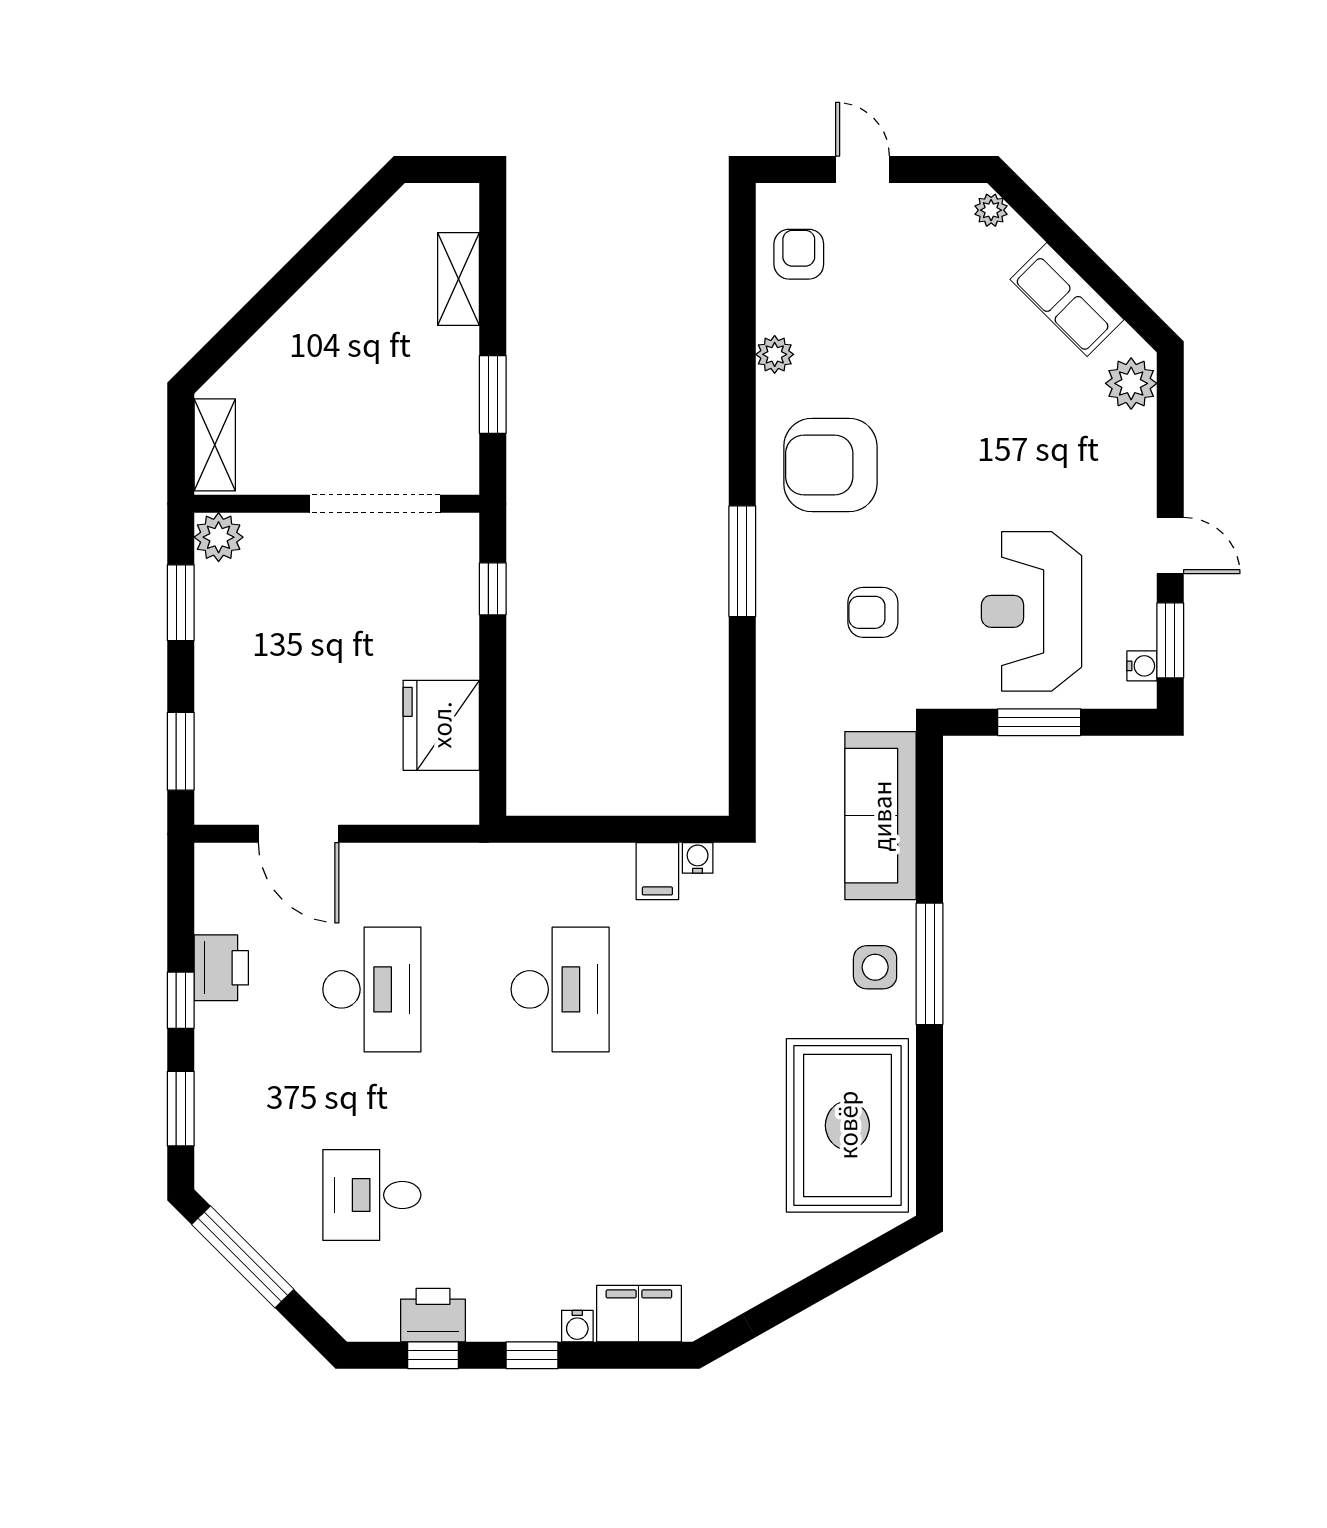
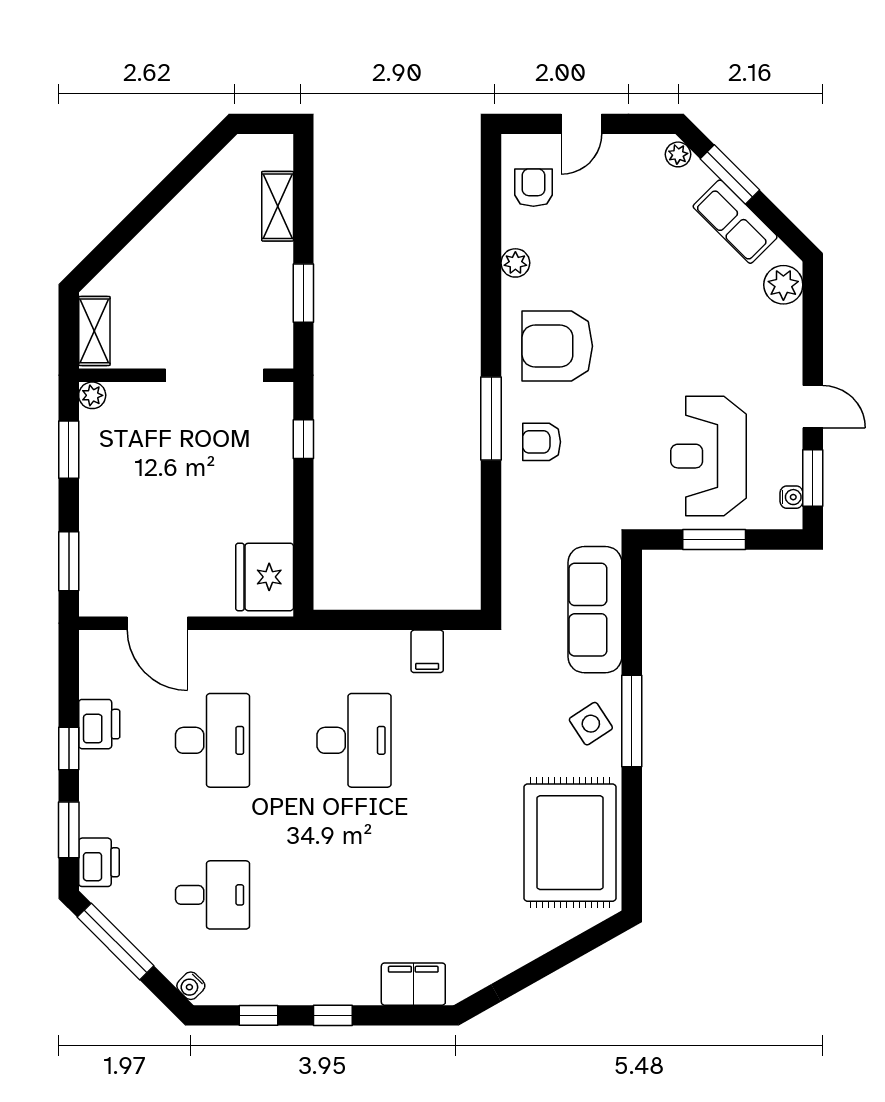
door: (863, 169) -> (581, 124), swing flipped
window: (1060, 237) -> (730, 174), added
plant: (219, 537) -> (92, 395), width x0.73, depth x0.73
armchair: (873, 612) -> (542, 442), moved
fridge: (441, 725) -> (265, 577), moved
water cooler: (698, 858) -> (457, 641), removed
side table: (875, 967) -> (591, 724), turned -33
desk: (372, 1195) -> (213, 895), turned 180
printer: (433, 1315) -> (99, 862), moved, turned 90
water cooler: (577, 1326) -> (191, 986), moved, turned 45

